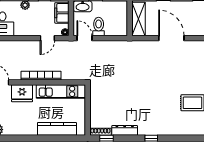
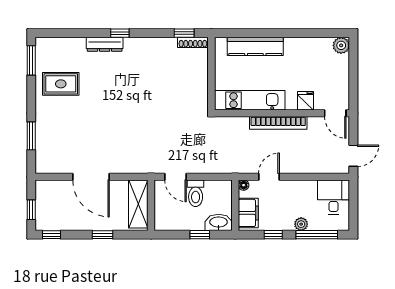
door: (84, 38) -> (175, 177), moved
fridge: (22, 93) -> (305, 101), width x0.53, depth x0.75
dresser: (125, 130) -> (105, 44), moved

